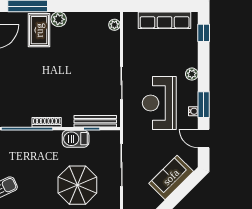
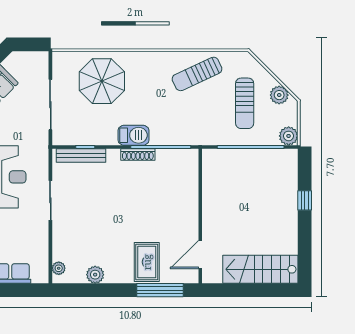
plant: (59, 19) -> (95, 275), moved
barbecue: (76, 139) -> (134, 135), moved

